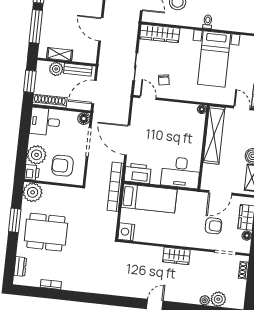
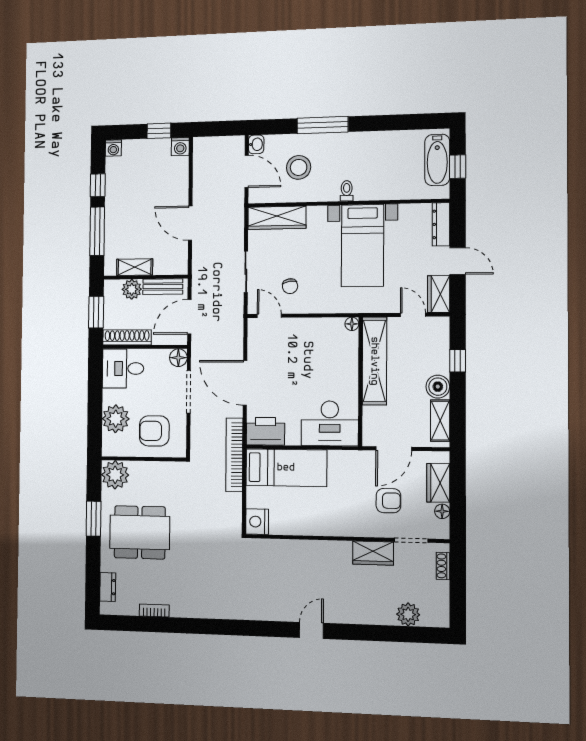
printer: (32, 172) -> (111, 445), removed
wardrobe: (176, 256) -> (373, 553), moved
plant: (205, 300) -> (387, 618), removed

